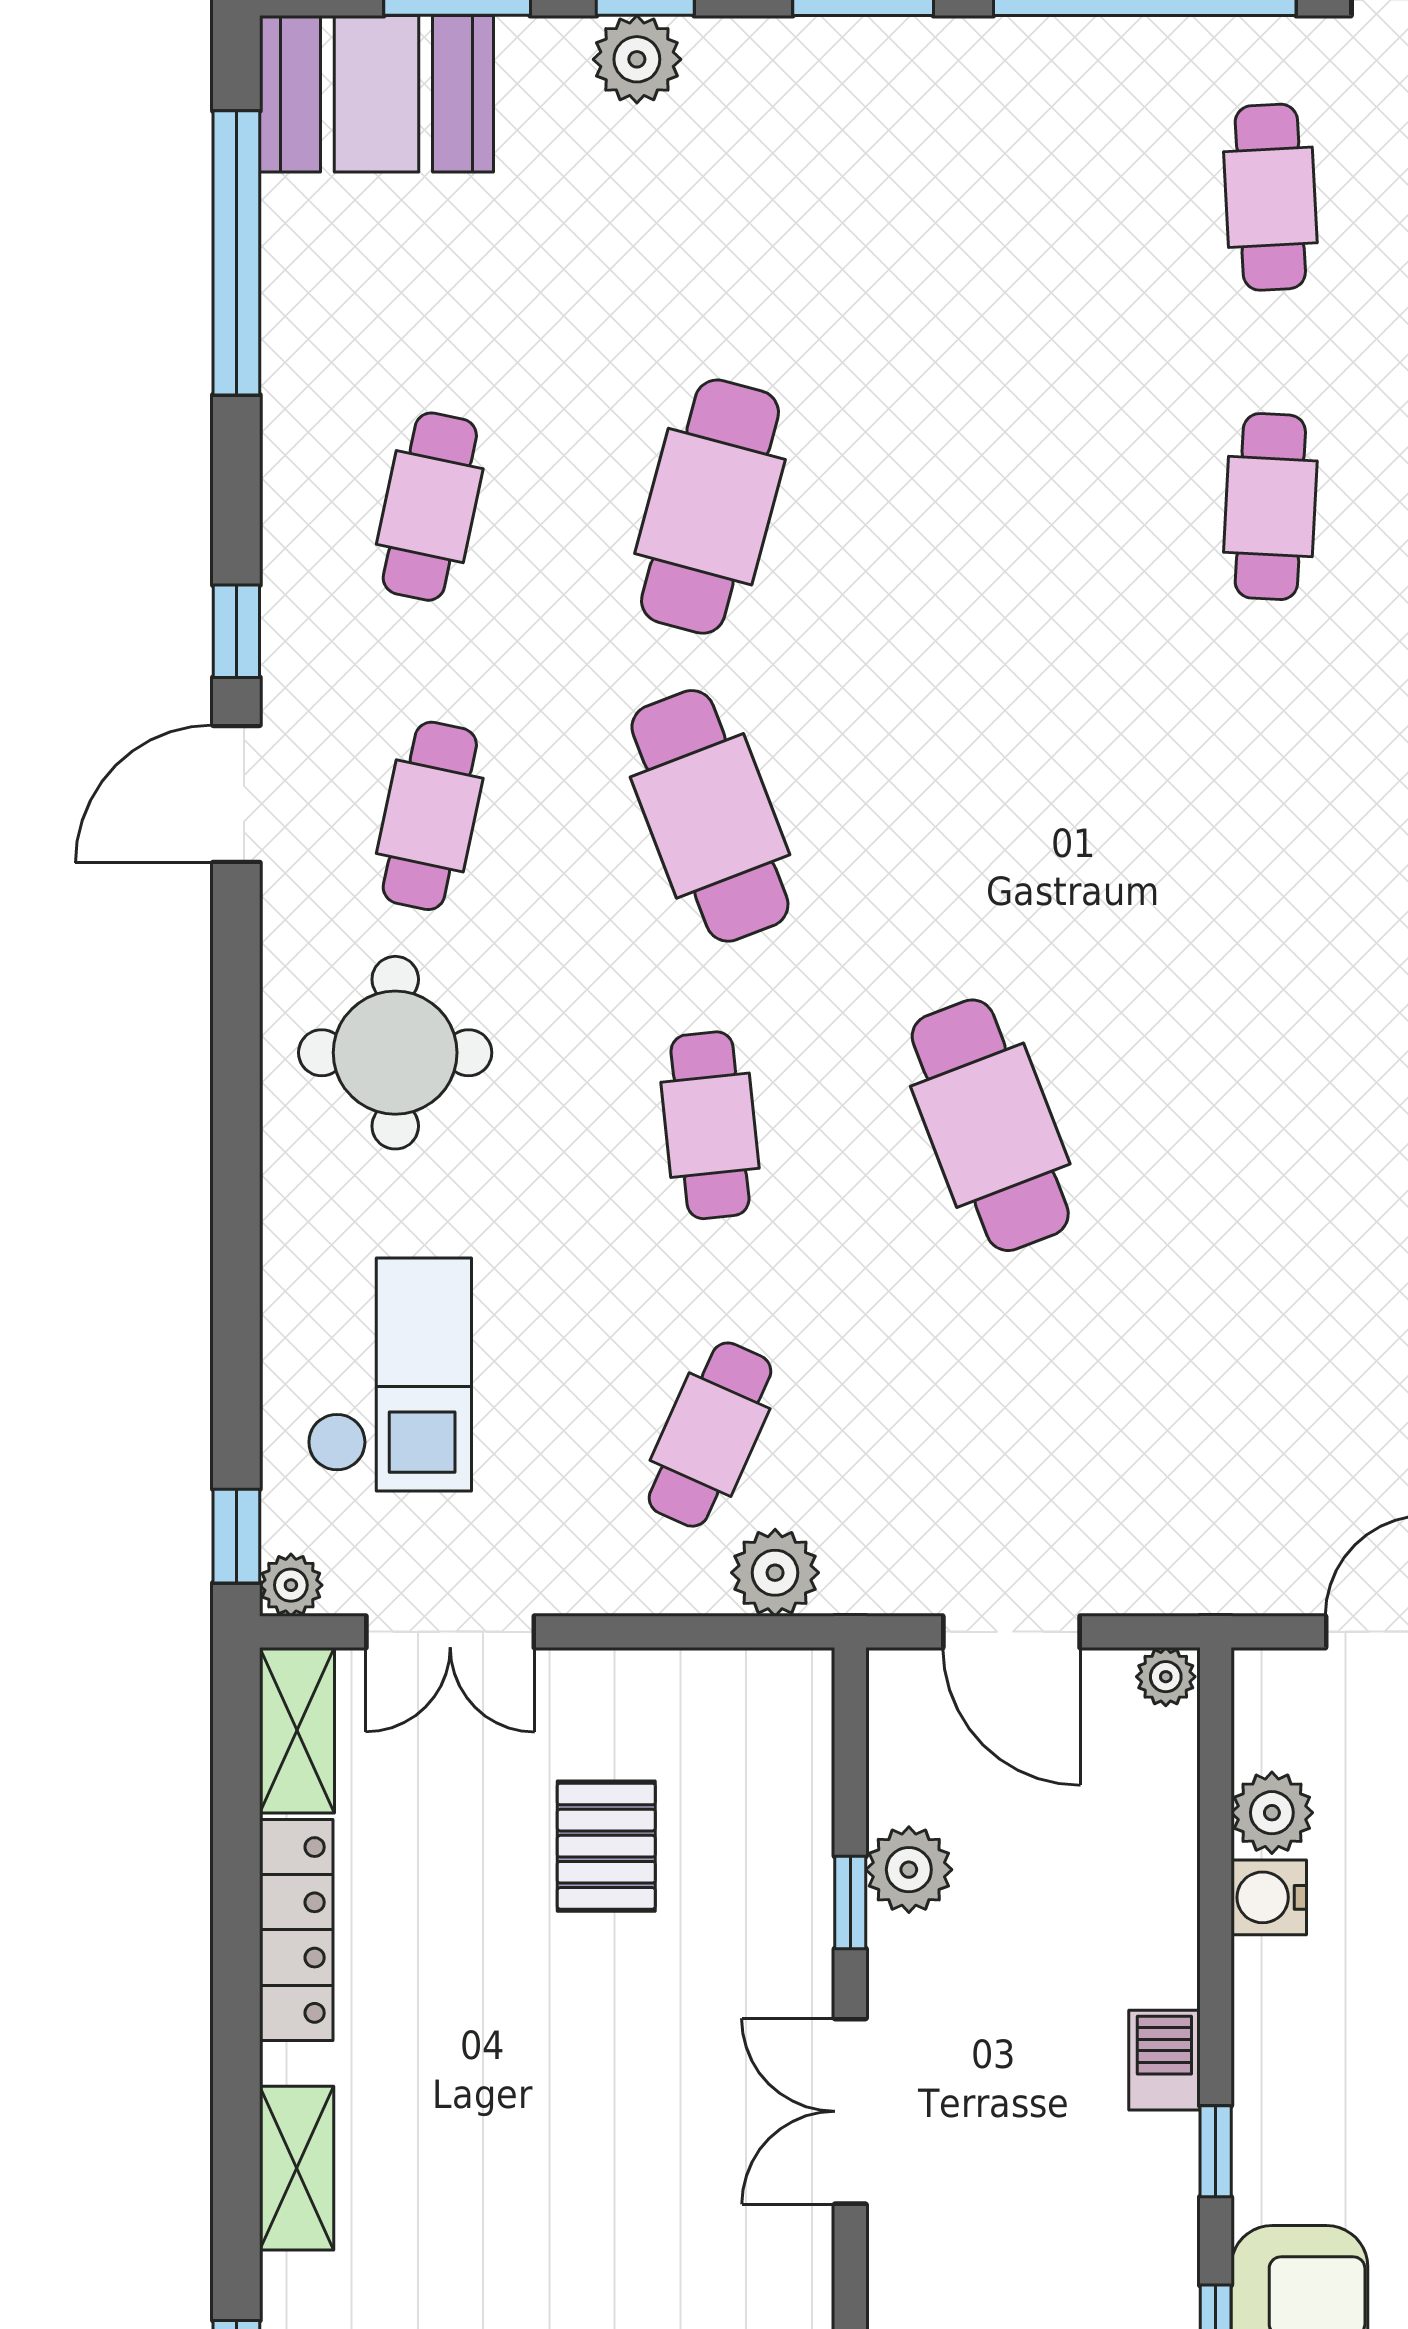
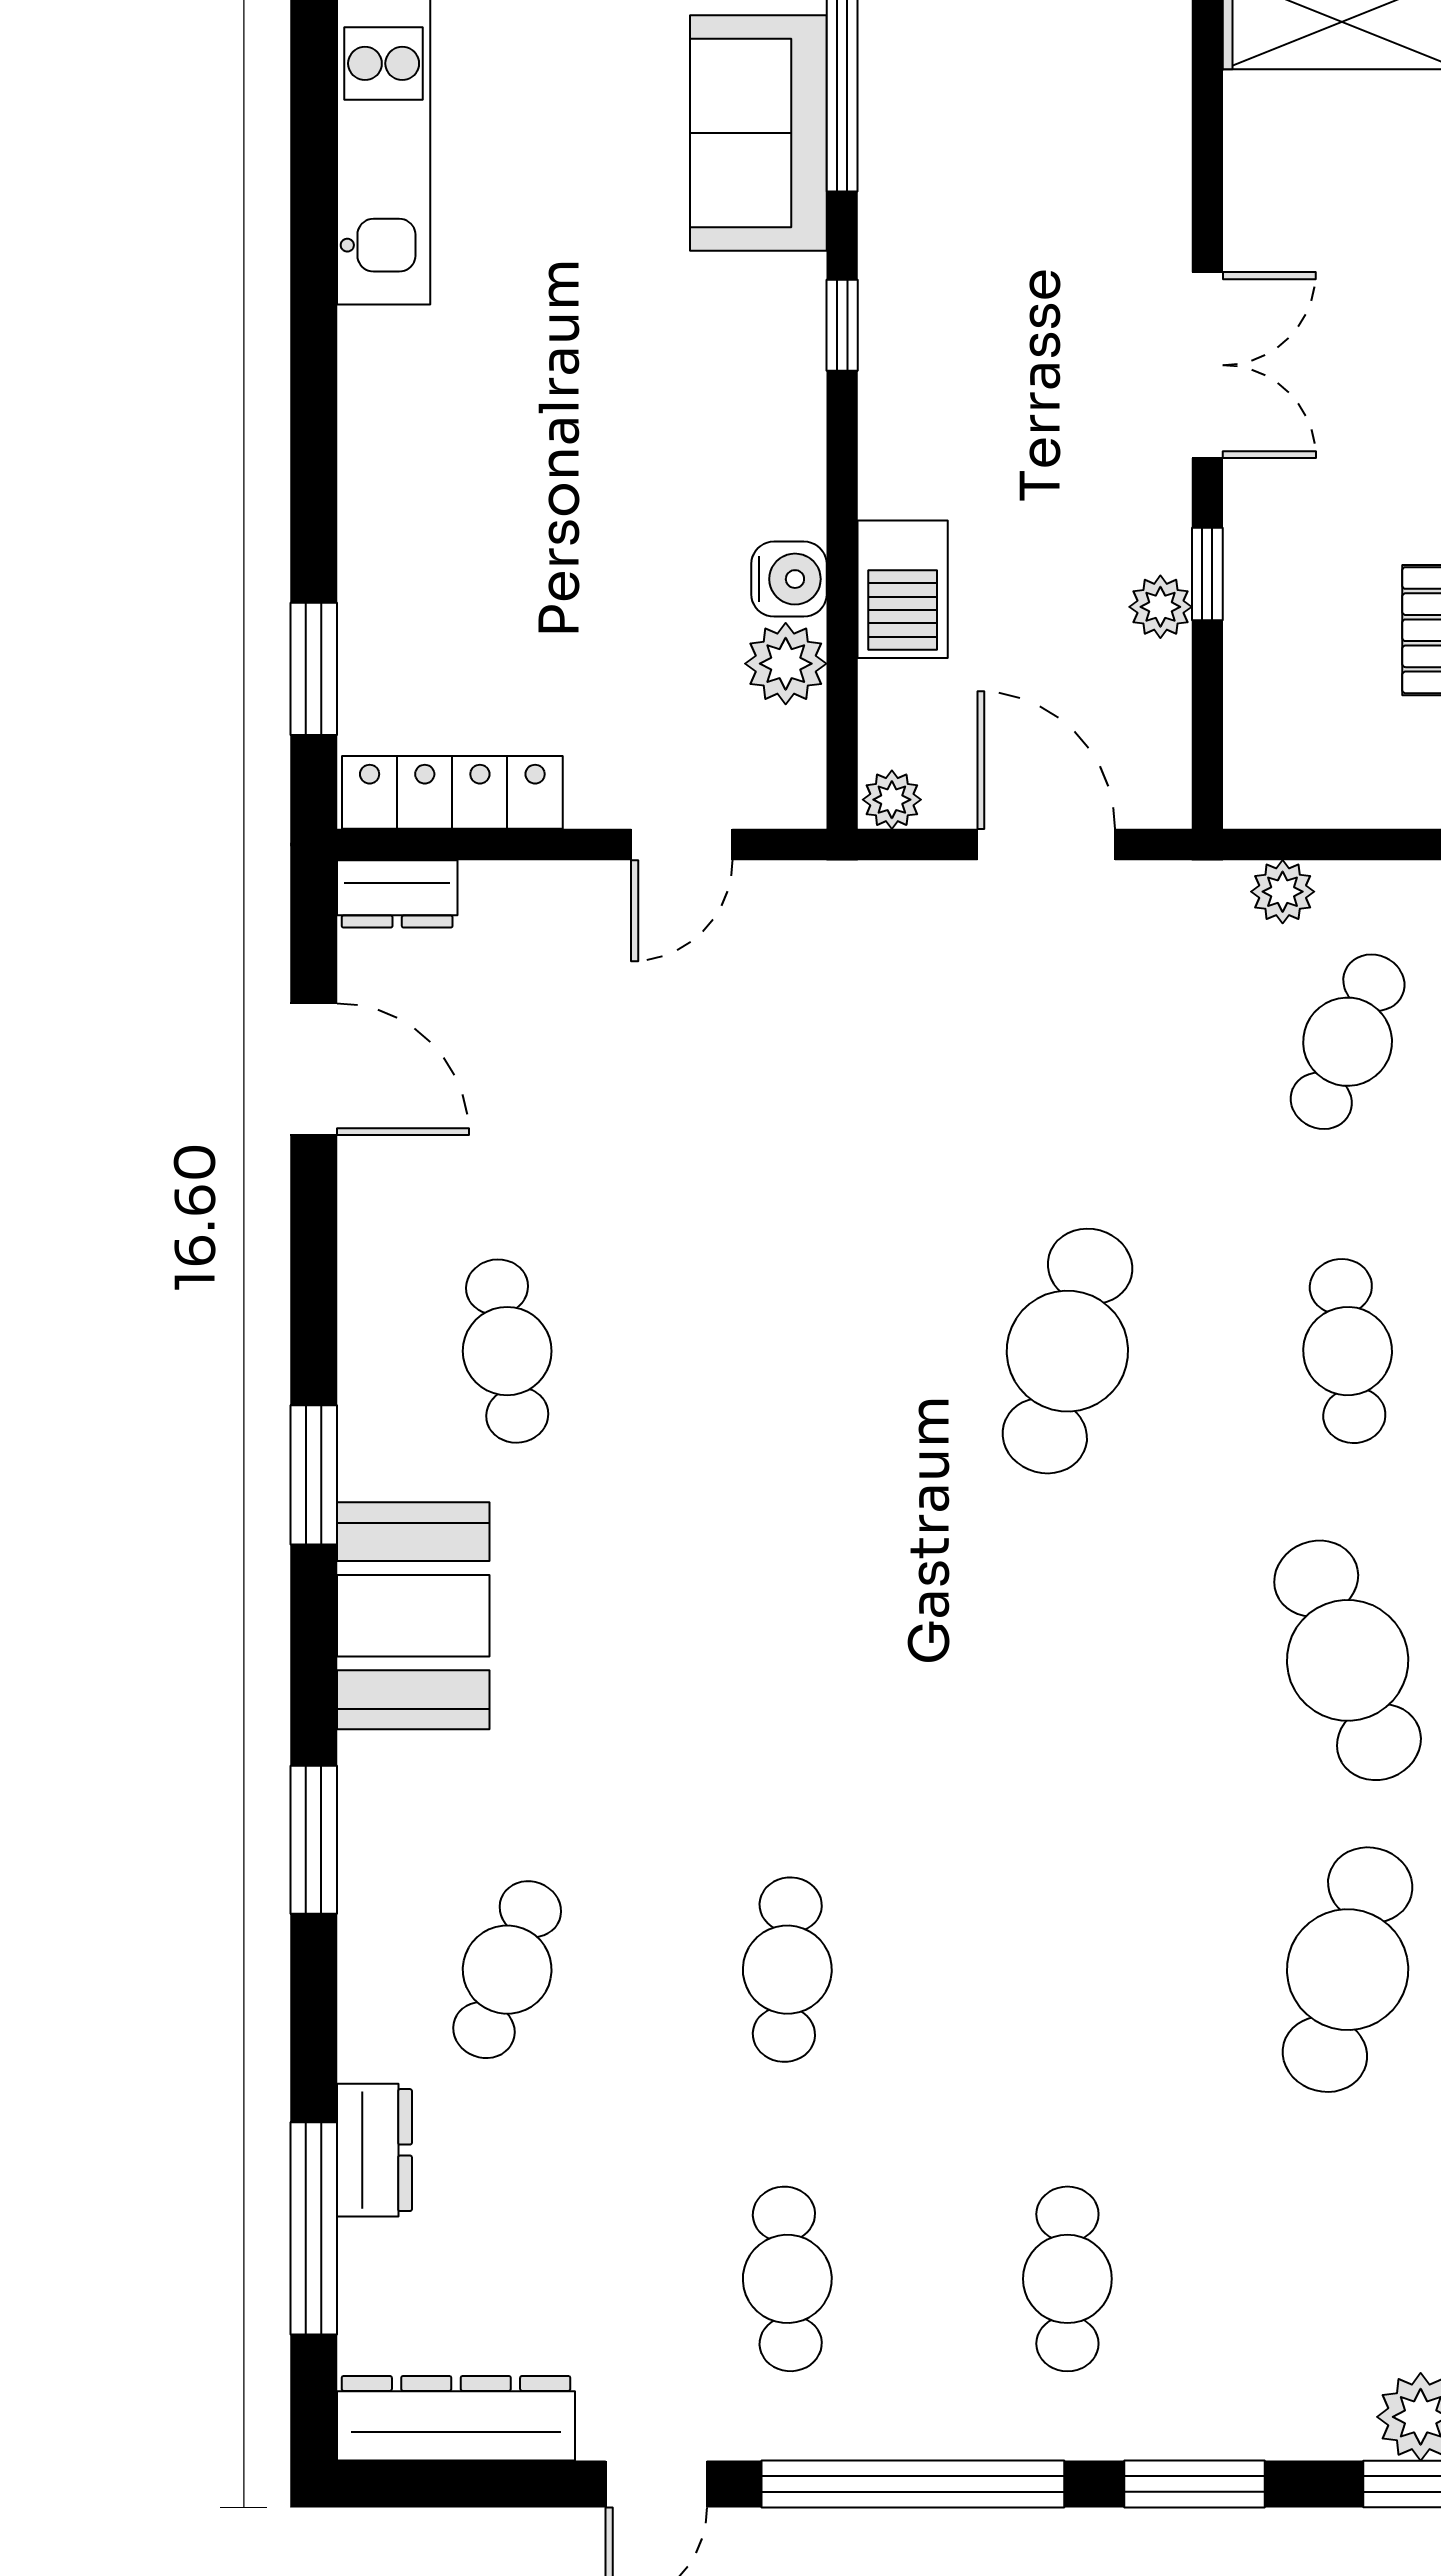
cafe table: (990, 197) -> (1067, 2279), added
cafe table: (990, 1125) -> (1067, 1351), turned 36
plant: (775, 1573) -> (1283, 892), width x0.73, depth x0.73
plant: (909, 1870) -> (1160, 607), width x0.73, depth x0.73
barbecue: (1164, 2060) -> (903, 589), moved, width x1.38, depth x1.27

